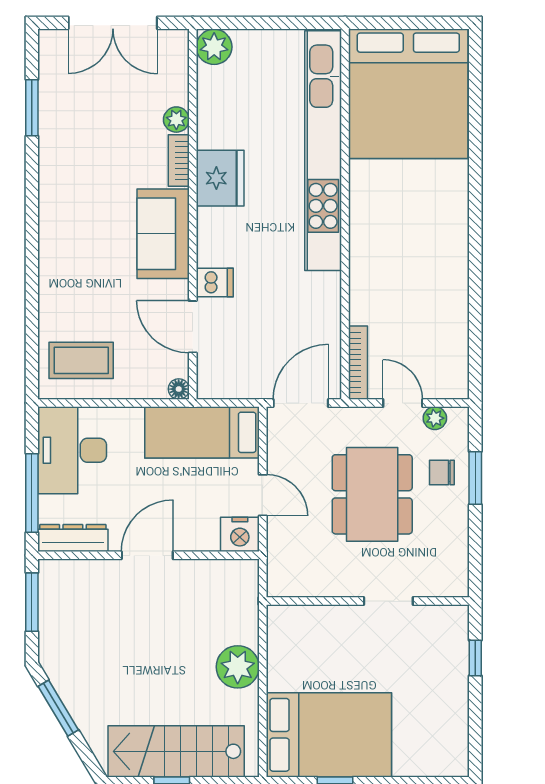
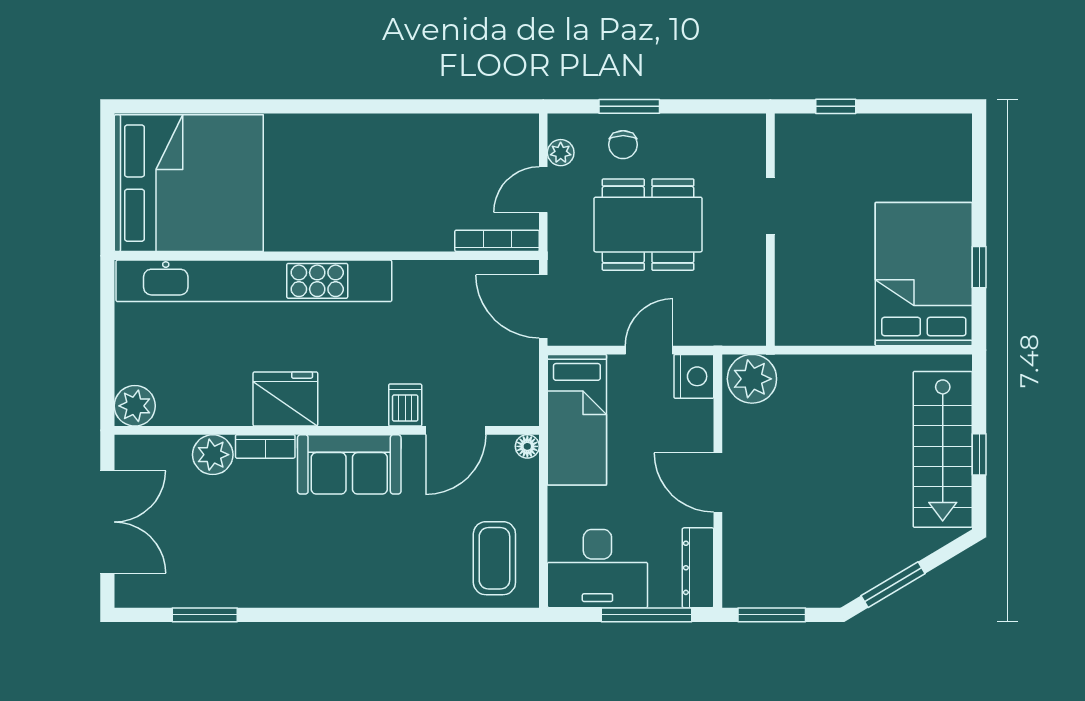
plant: (176, 120) -> (213, 455), width x1.38, depth x1.38
plant: (238, 667) -> (752, 379), moved

